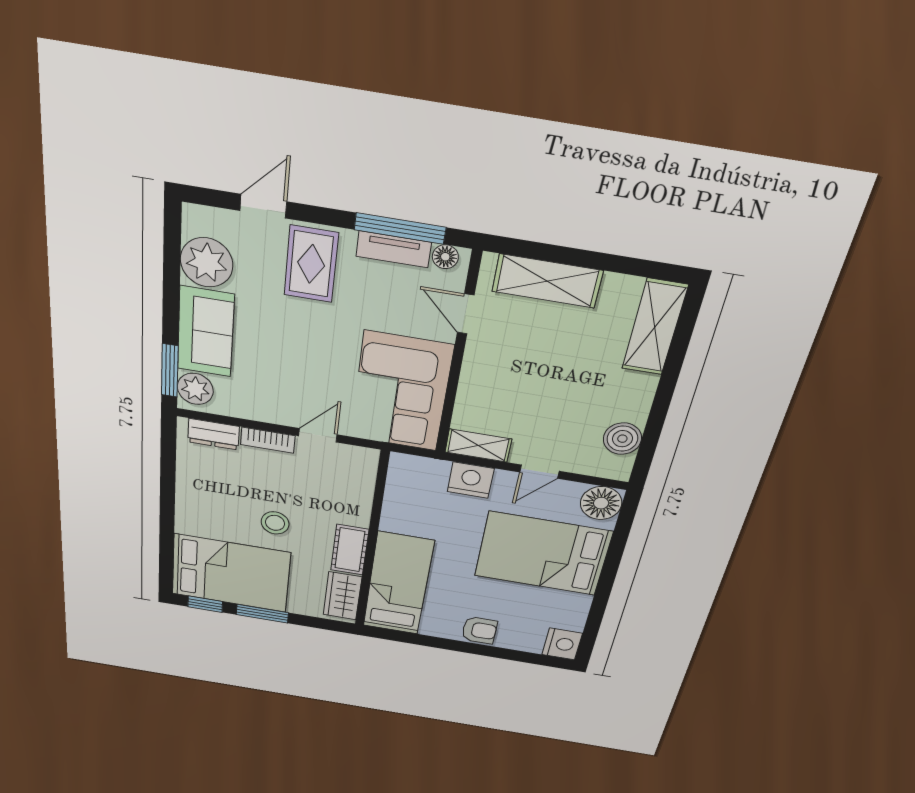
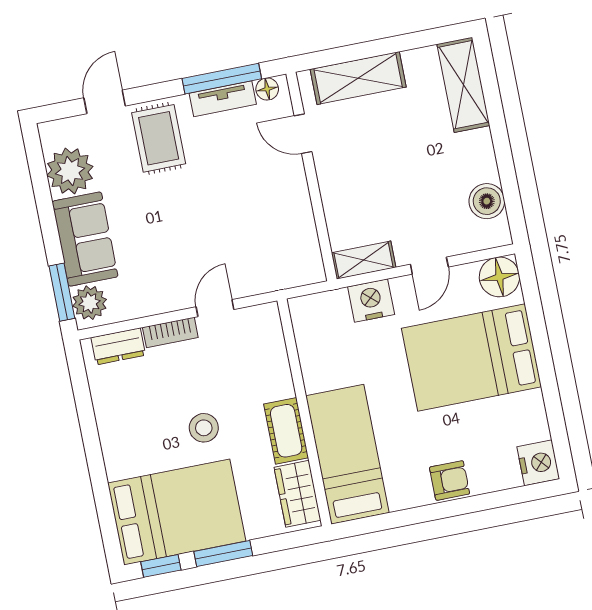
corner sofa: (401, 392) -> (275, 232), removed

